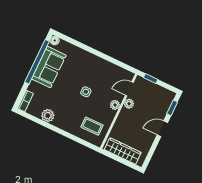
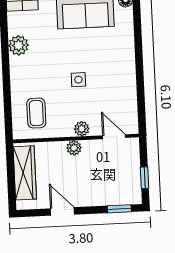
window: (151, 78) -> (145, 178), moved
plant: (129, 104) -> (74, 148), moved
door: (162, 129) -> (62, 211), moved

